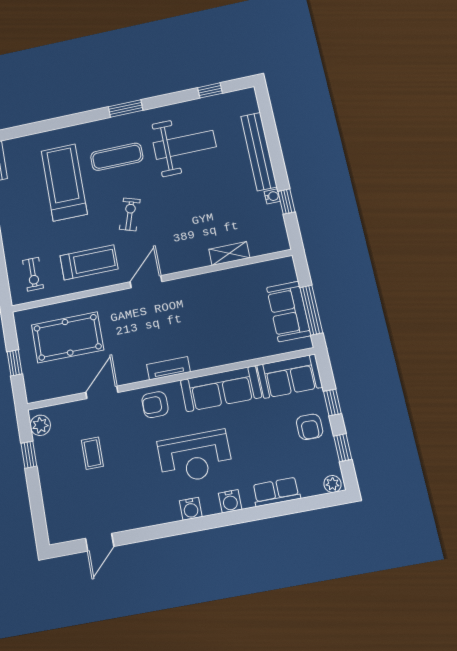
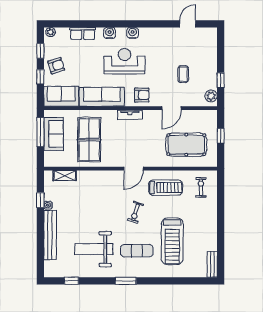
shelving: (229, 253) -> (65, 176), moved
treadmill: (89, 262) -> (166, 188), turned 180
table tennis table: (227, 314) -> (89, 140), added
armchair: (310, 427) -> (56, 66), turned 73

